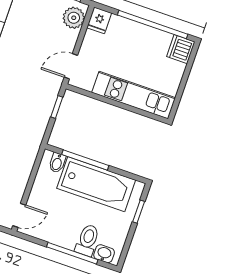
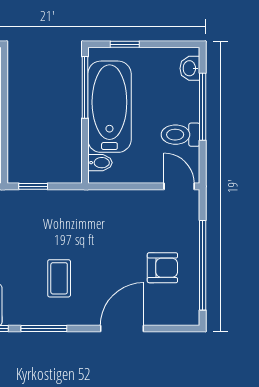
window: (85, 160) -> (85, 87), moved
toilet: (87, 240) -> (180, 135), moved

